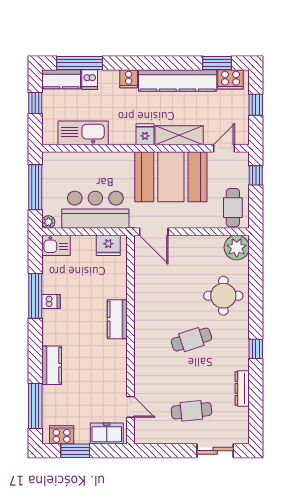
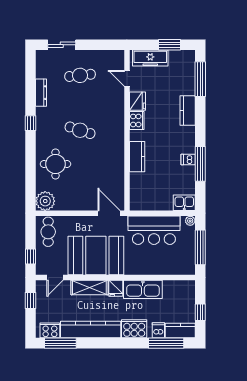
window: (217, 63) -> (60, 343), width x1.44
cooker: (129, 79) -> (134, 329), width x1.87, depth x1.31
window: (256, 105) -> (31, 301), moved
kitchen sink: (83, 133) -> (143, 289), moved
fridge: (108, 245) -> (137, 101), moved, turned 90
kitchen counter: (117, 319) -> (137, 157), moved
cafe table: (191, 340) -> (80, 130), turned 36
freezer: (107, 433) -> (150, 58), width x1.40
cooker: (62, 435) -> (137, 120), moved, turned -90

